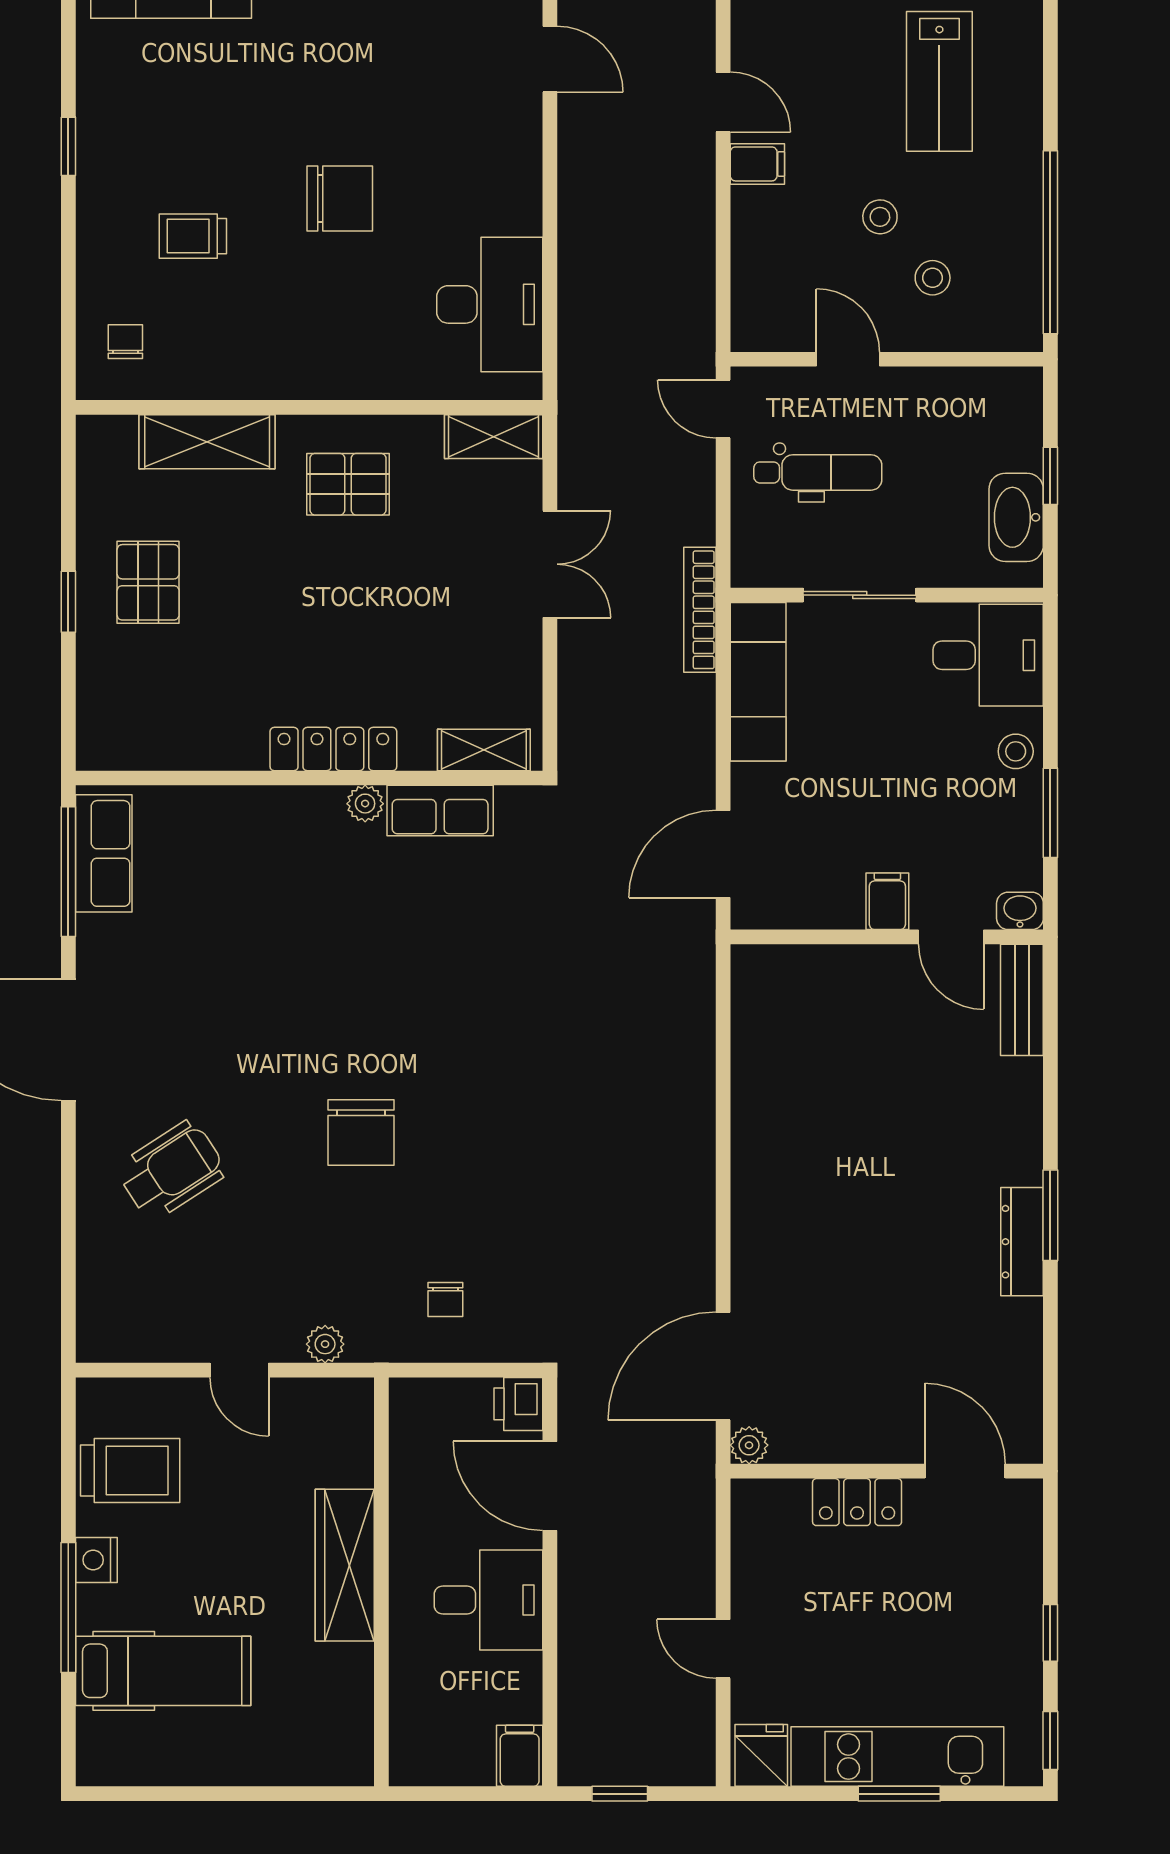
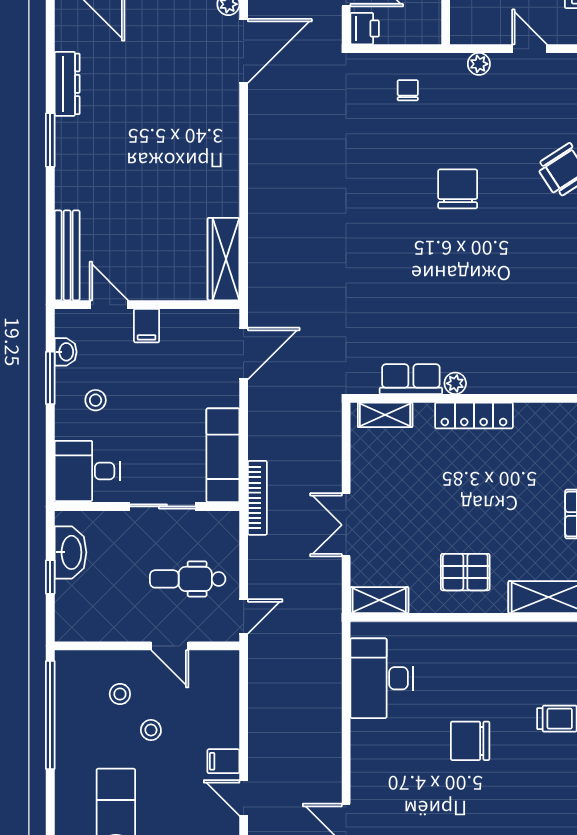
door: (723, 409) -> (244, 616), hinge flipped
stool: (1016, 751) -> (96, 400), moved
washbasin: (1020, 911) -> (66, 352), moved, turned -90
bench: (1022, 1000) -> (67, 255), width x1.36
wardrobe: (757, 1014) -> (223, 259), added
dresser: (1022, 1242) -> (67, 84), moved

